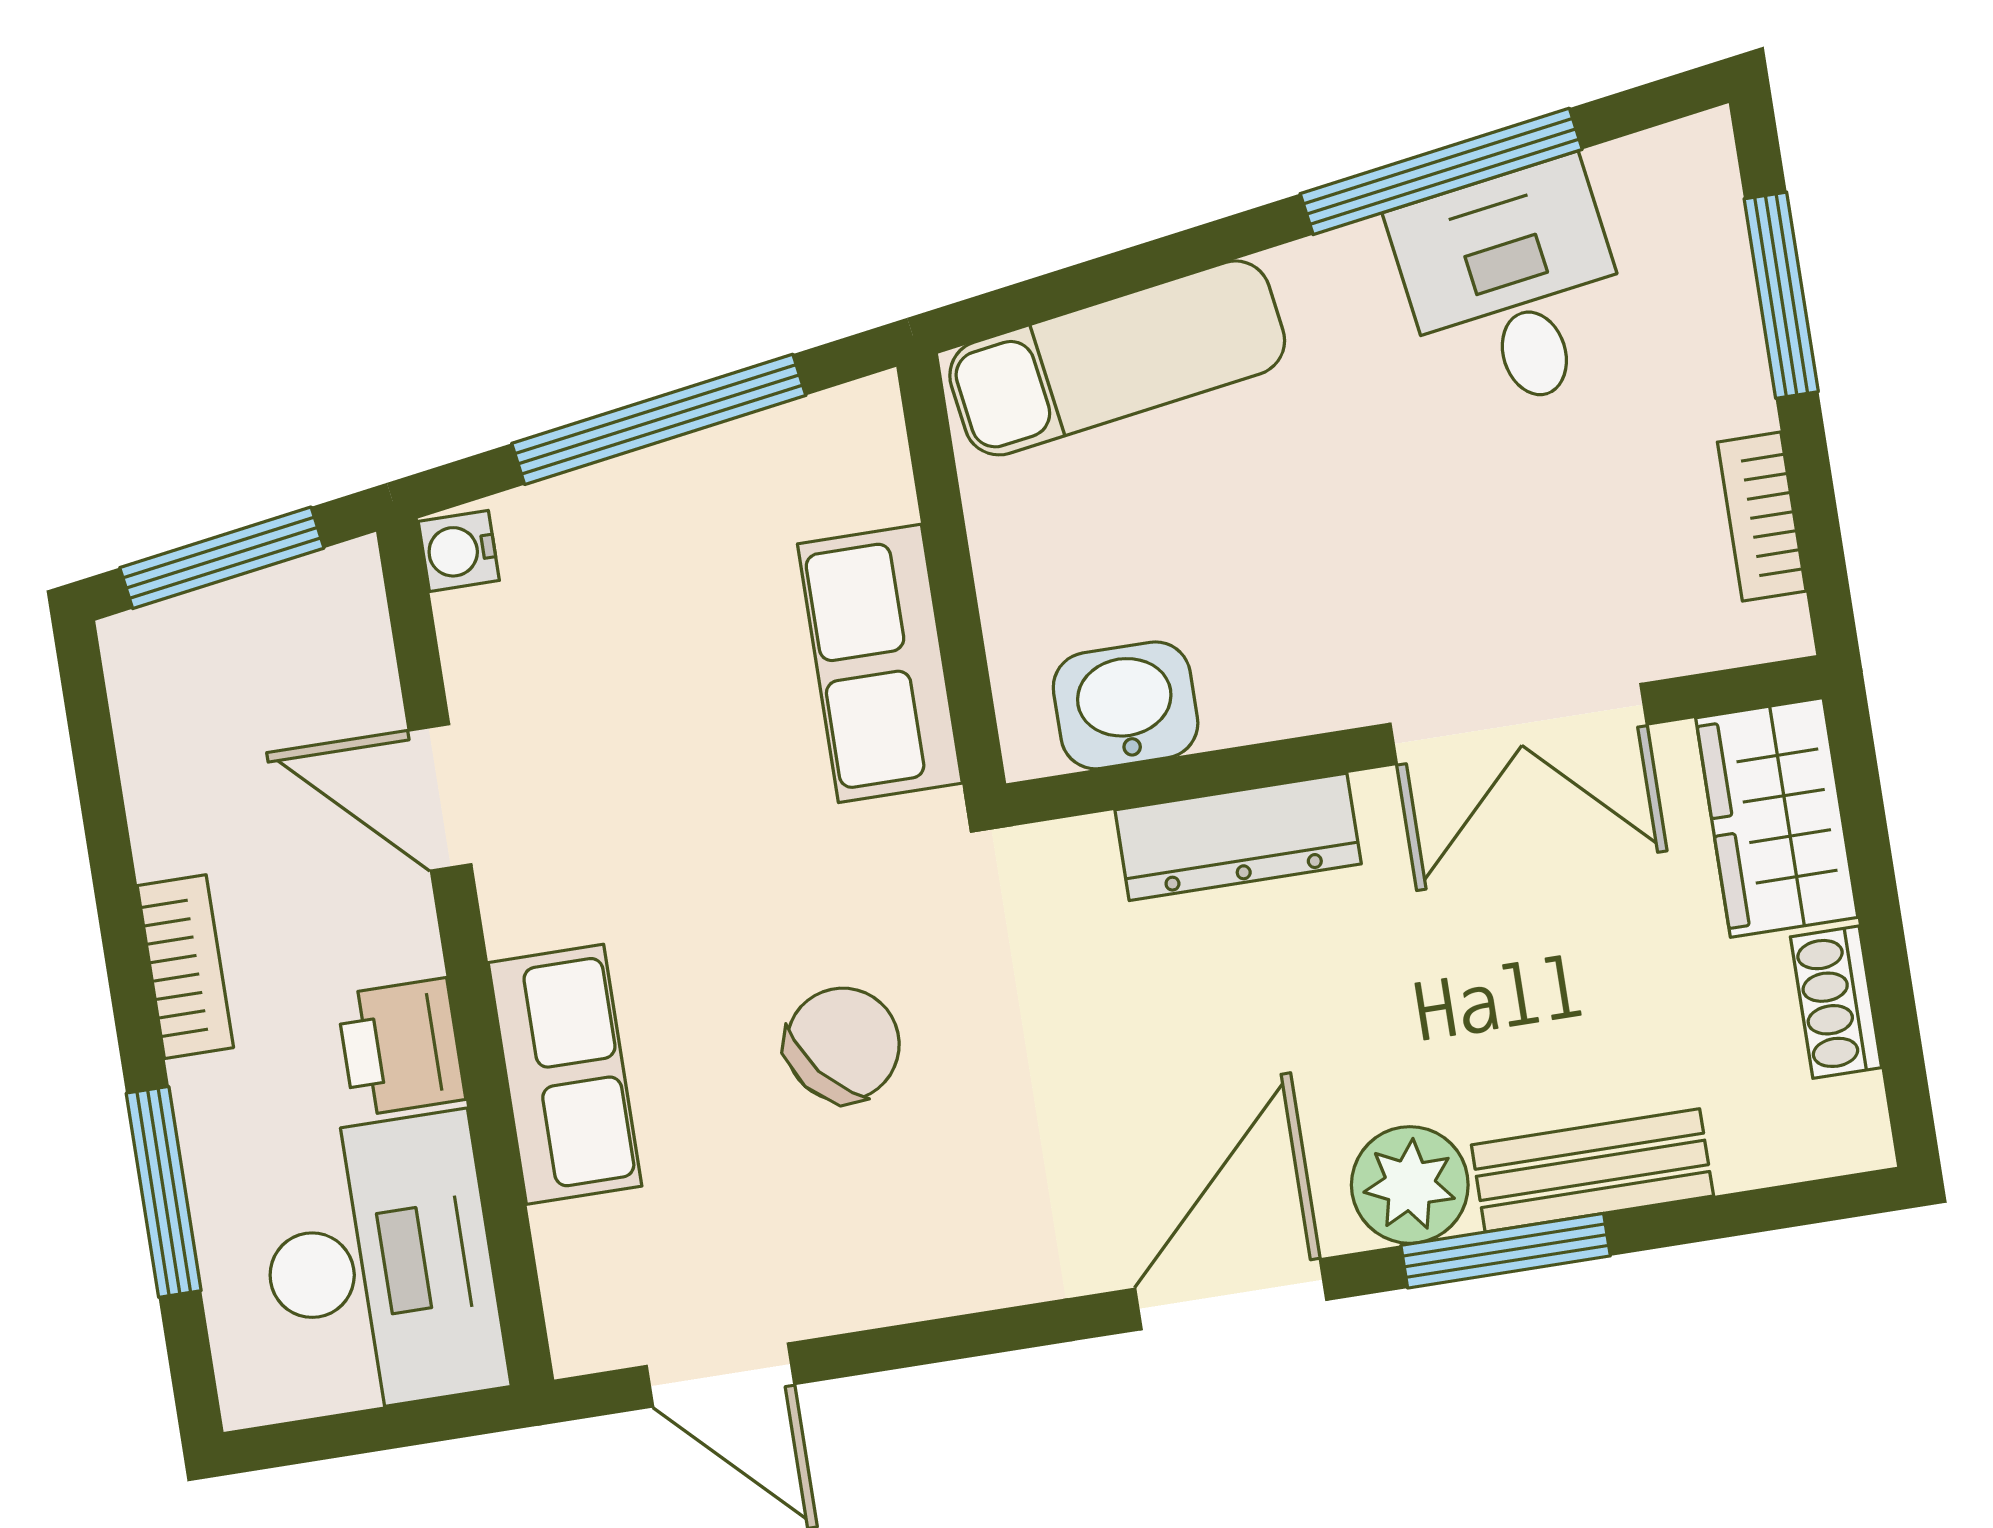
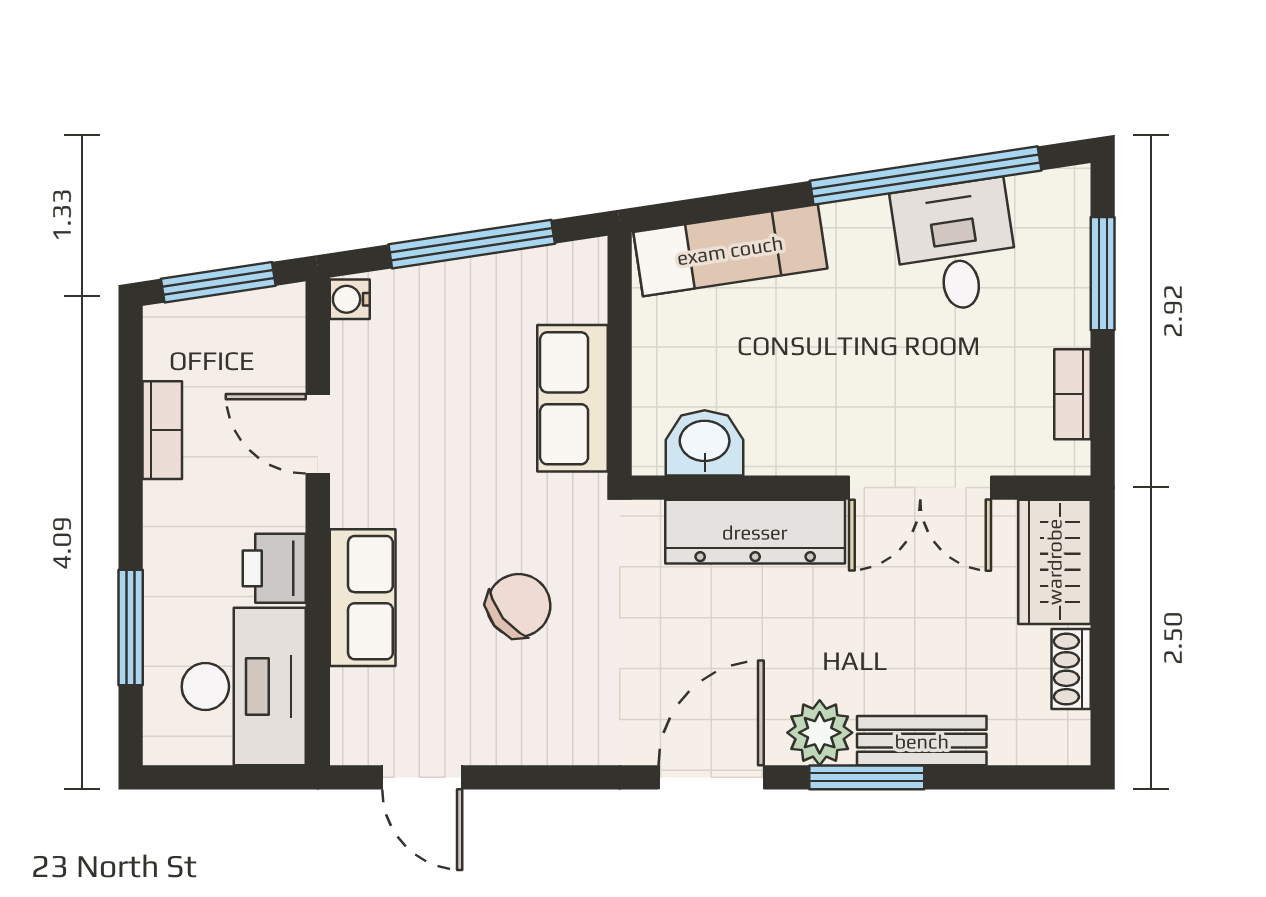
window: (1441, 171) -> (926, 176), width x1.46
dresser: (1238, 837) -> (755, 532), width x1.37, depth x1.24
bookcase: (185, 967) -> (162, 430), moved

